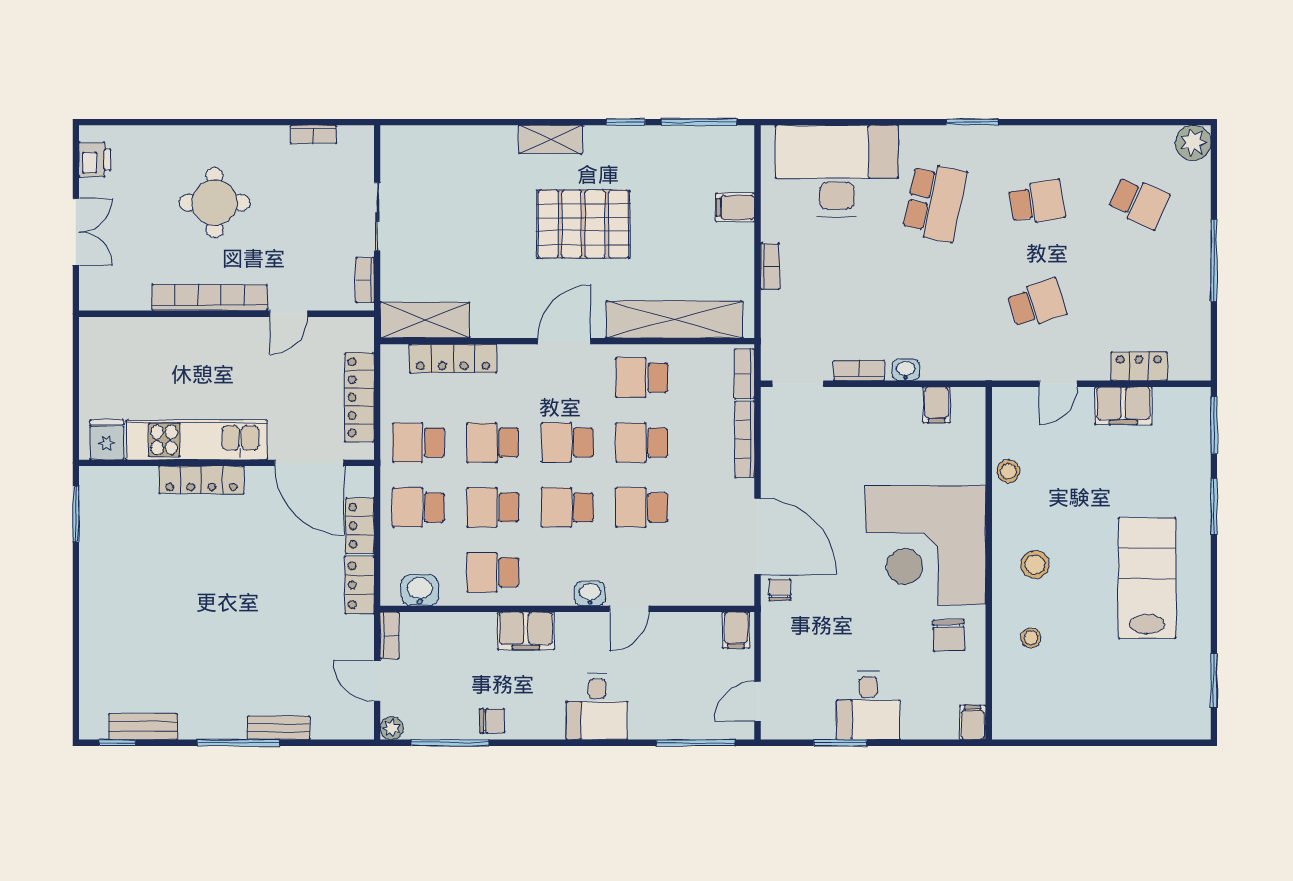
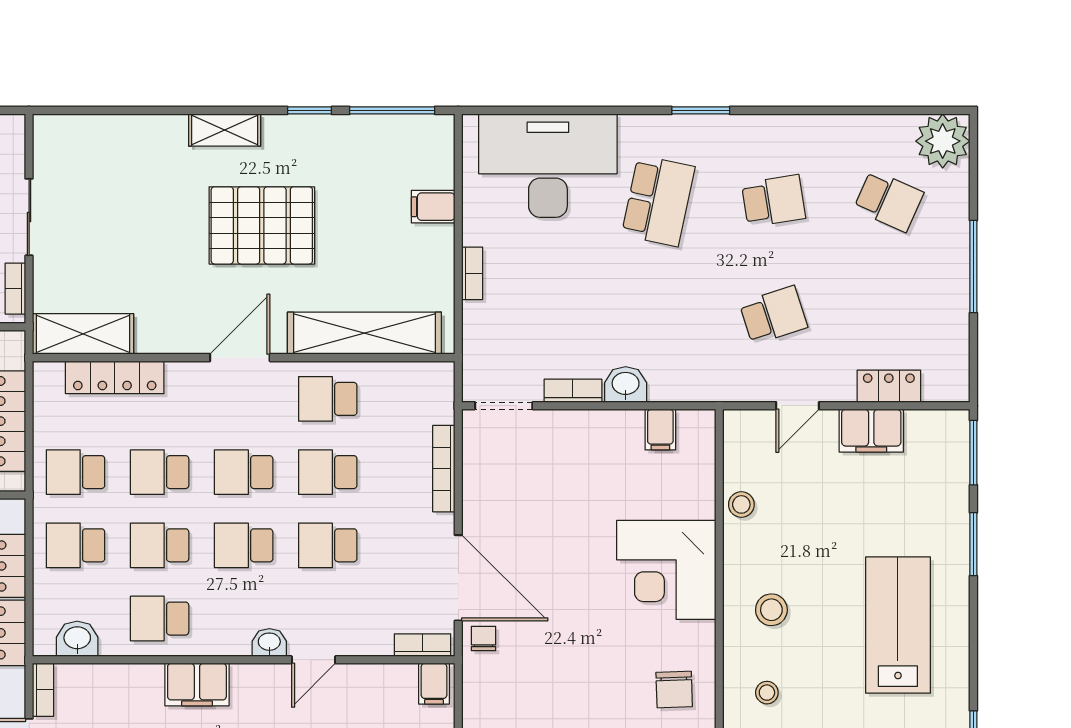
plant: (1193, 143) -> (943, 141), width x1.36, depth x1.36
washbasin: (906, 370) -> (626, 384), width x1.38, depth x1.45
bookcase: (744, 374) -> (423, 645), moved, turned 90
corner desk: (926, 545) -> (666, 570), width x0.74, depth x0.74

